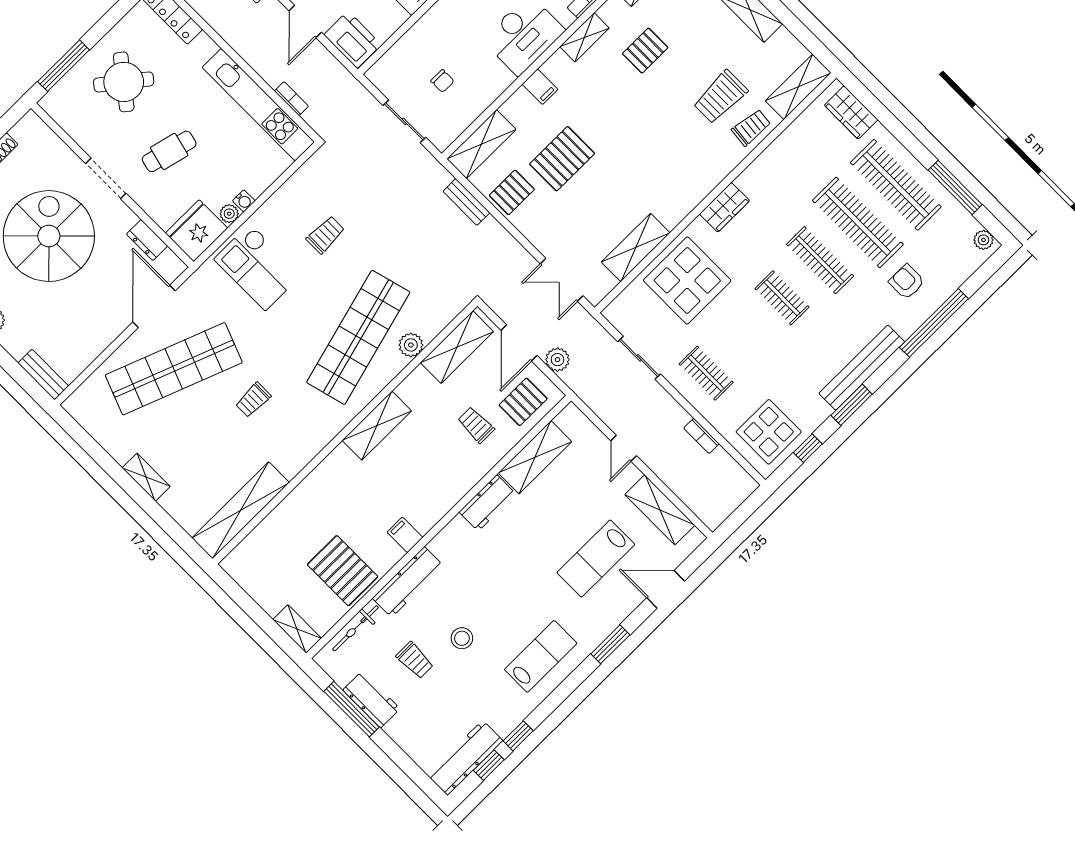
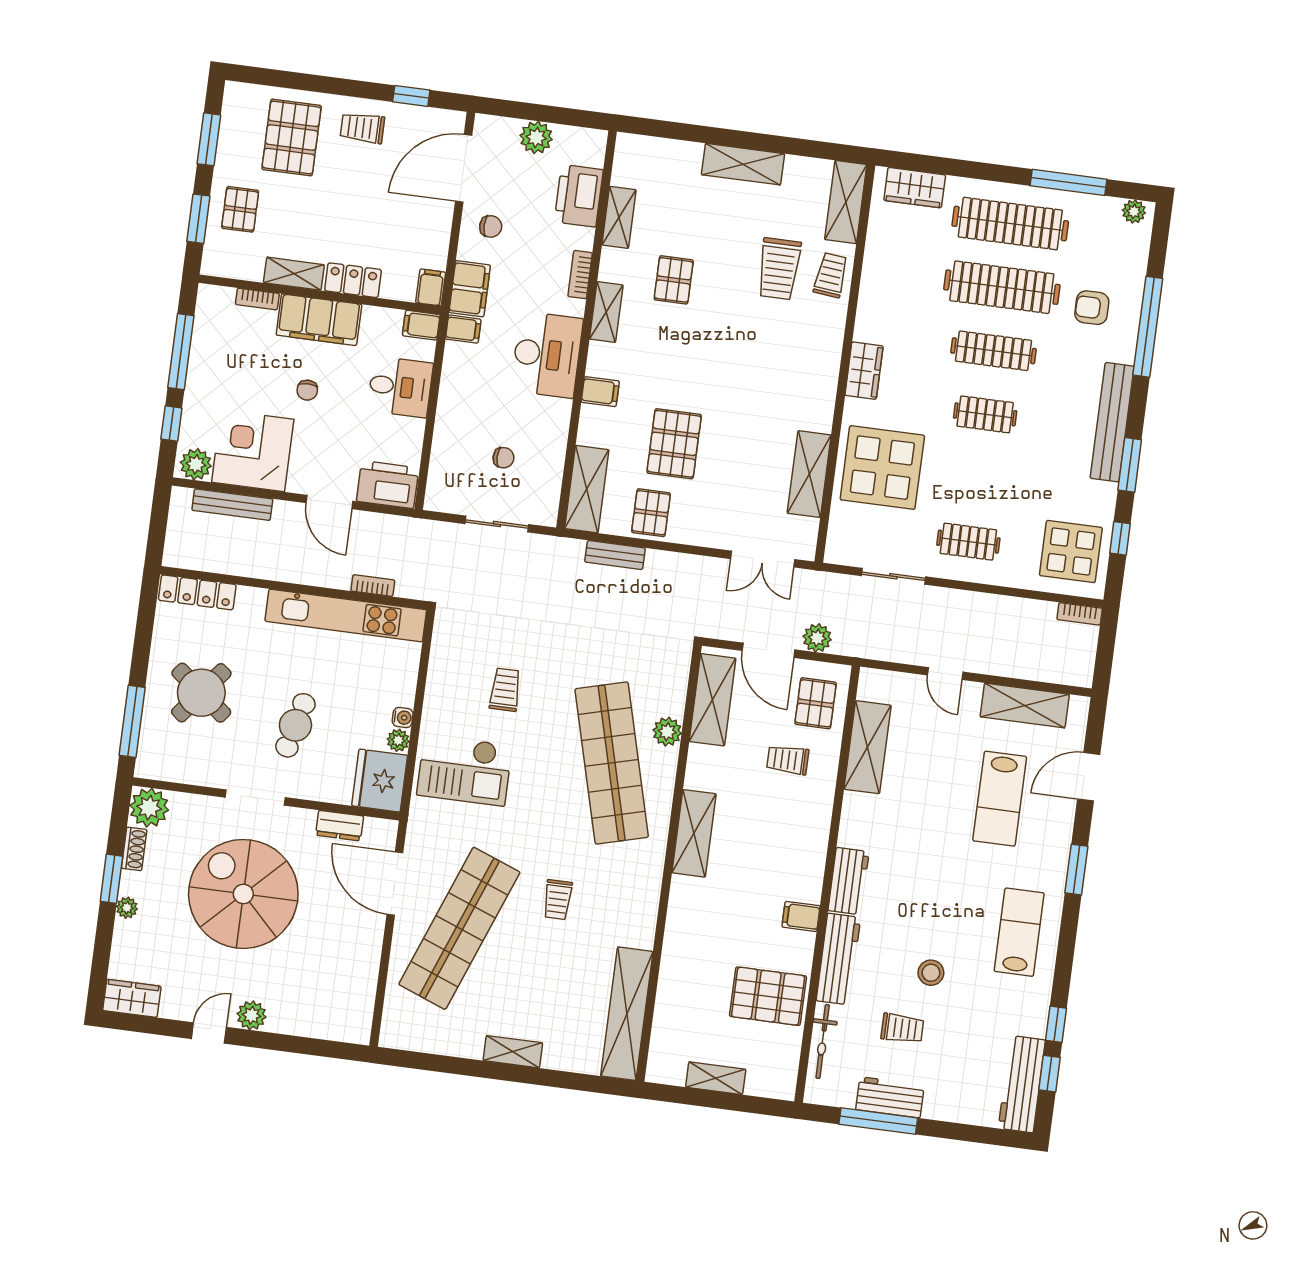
plant: (31, 131) -> (149, 808), added
bench: (43, 375) -> (340, 1030), removed
bookcase: (701, 436) -> (1080, 614), moved
workbench: (487, 503) -> (849, 881), moved
shelving: (297, 629) -> (716, 1078), moved

